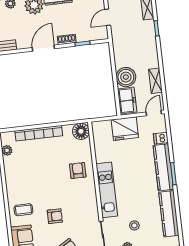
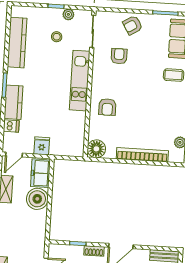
fridge: (125, 129) -> (42, 146), width x0.53, depth x0.75
kitchen counter: (163, 167) -> (14, 102), width x0.67
armchair: (55, 216) -> (119, 56), moved, turned 90

